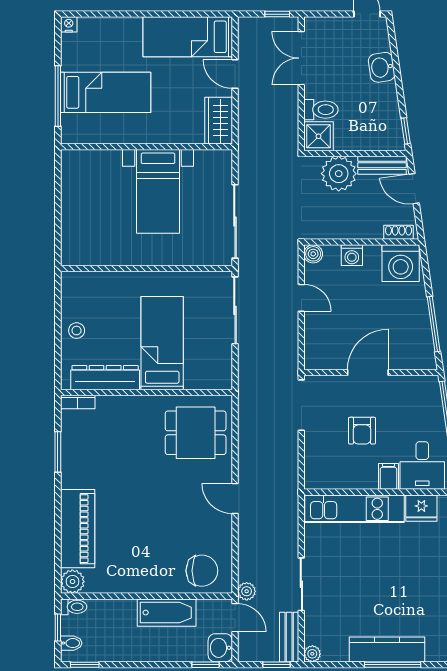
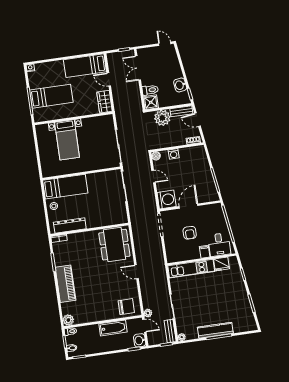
washbasin: (382, 67) -> (180, 85), moved
bed with nightstands: (158, 191) -> (67, 140), moved
washing machine: (401, 263) -> (167, 199), moved, turned -90
bed: (162, 343) -> (65, 187), moved, turned 90
dining table: (196, 433) -> (114, 245), width x1.38
piano: (78, 529) -> (65, 284), moved

